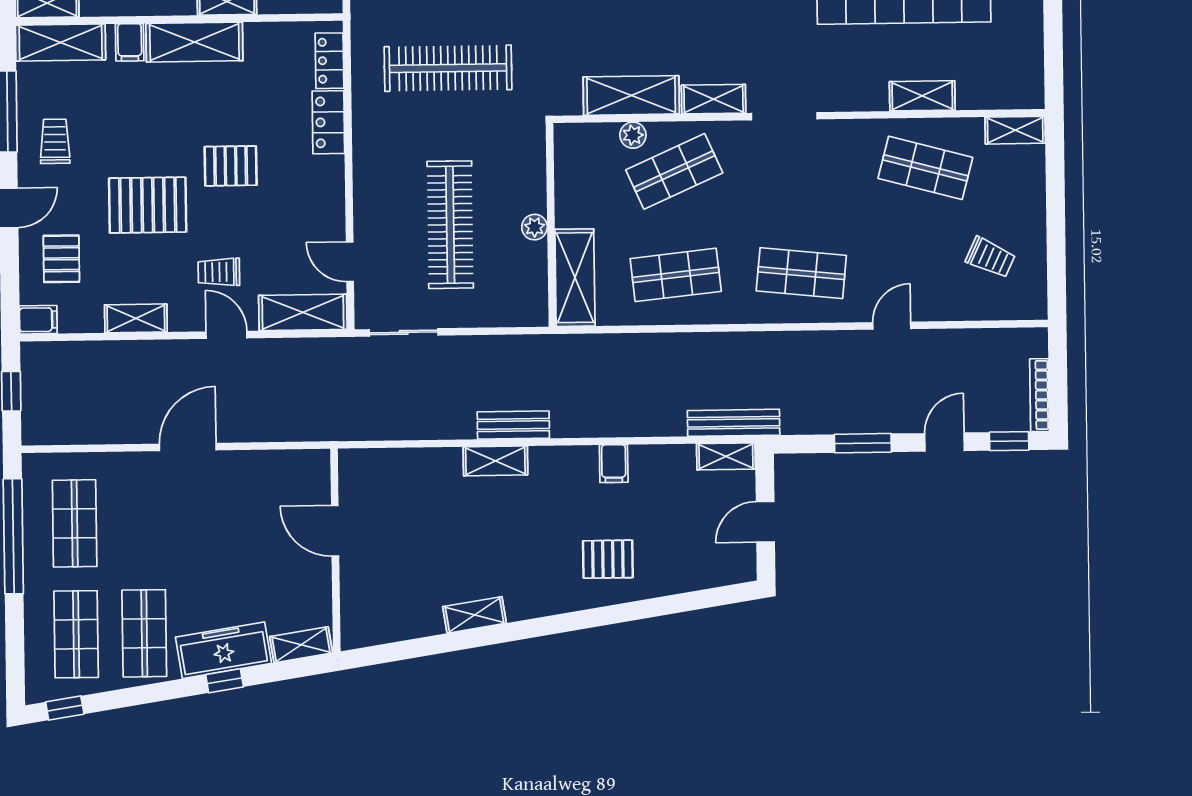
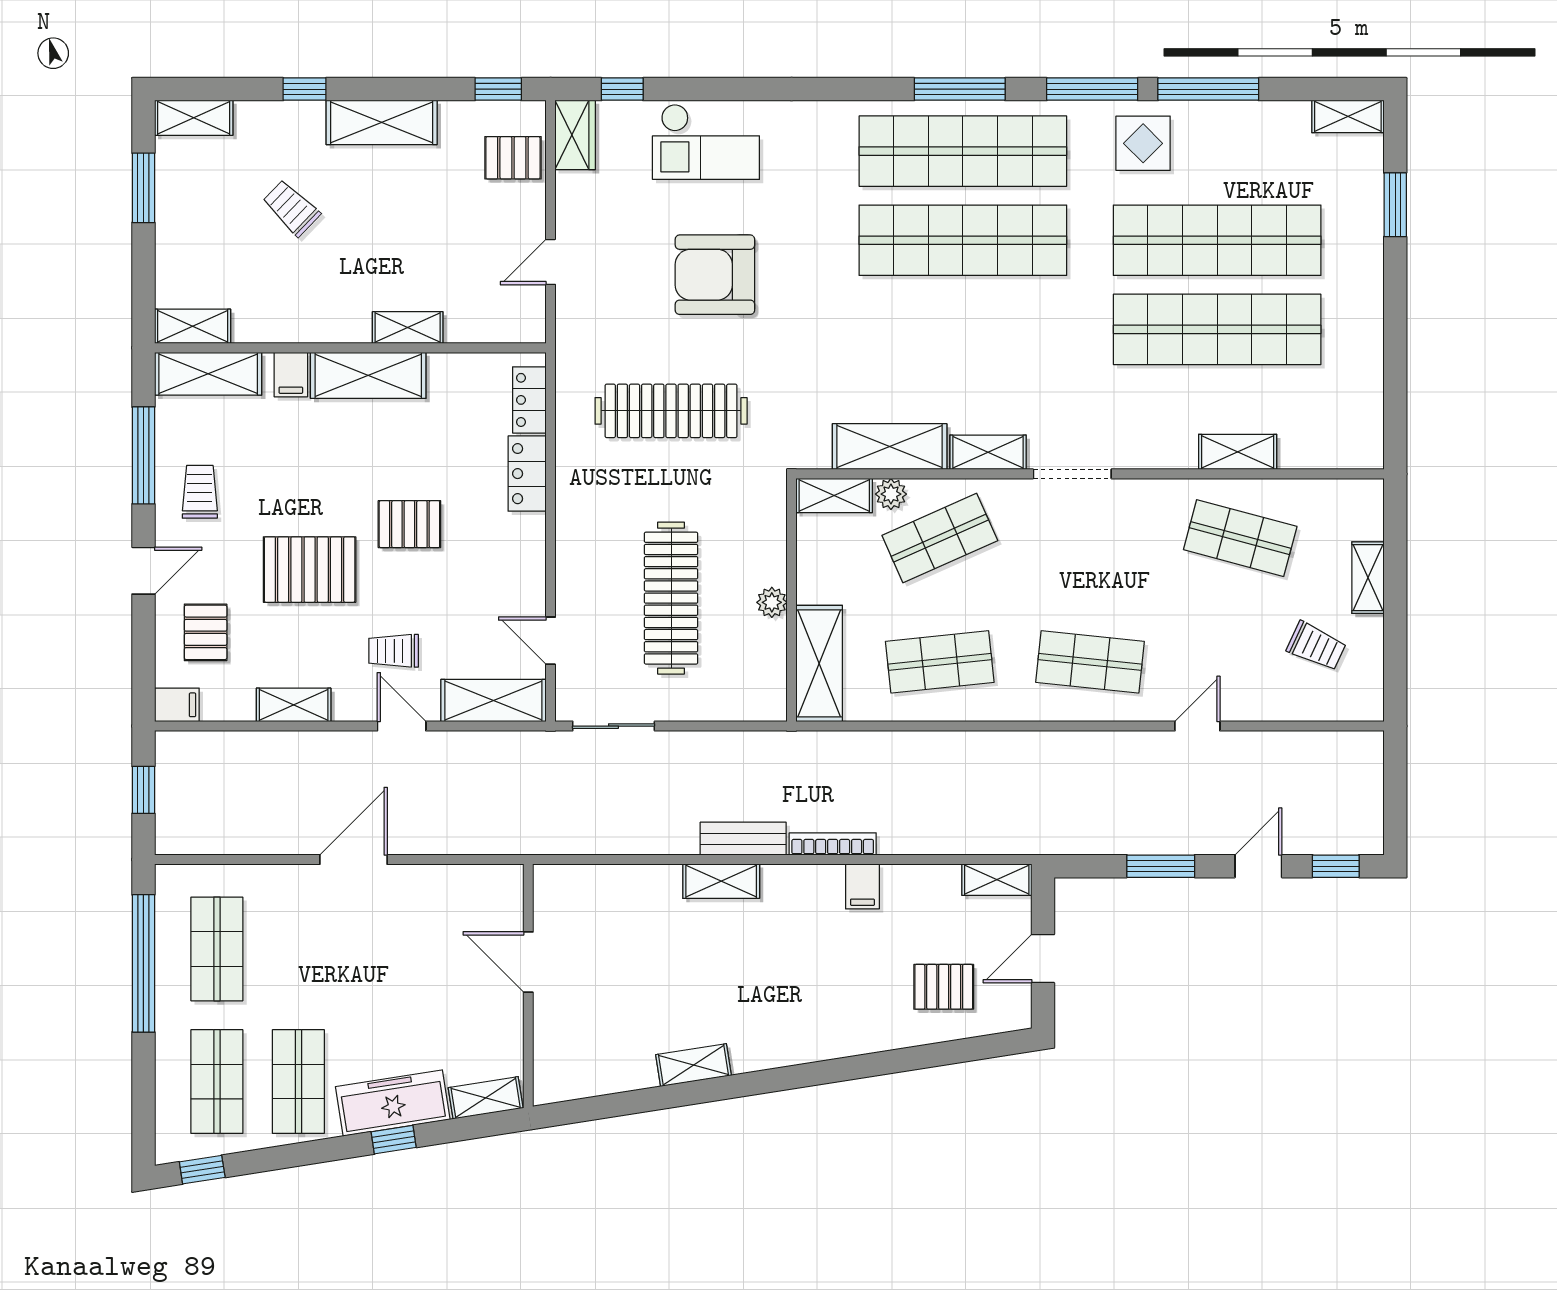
shelving: (1015, 130) -> (1368, 578), moved, turned 90
shelving: (585, 137) -> (834, 496), added
bookcase: (1040, 395) -> (833, 844), moved, turned 90
bench: (734, 423) -> (1007, 840), removed
pallet: (608, 559) -> (944, 987), moved

